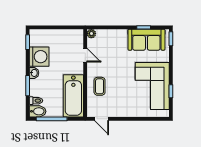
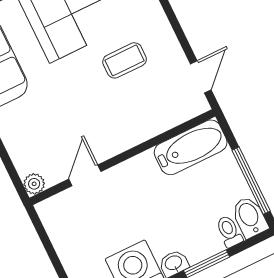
coffee table: (100, 86) -> (125, 60), moved
bathtub: (73, 96) -> (191, 147), width x0.73, depth x0.73

